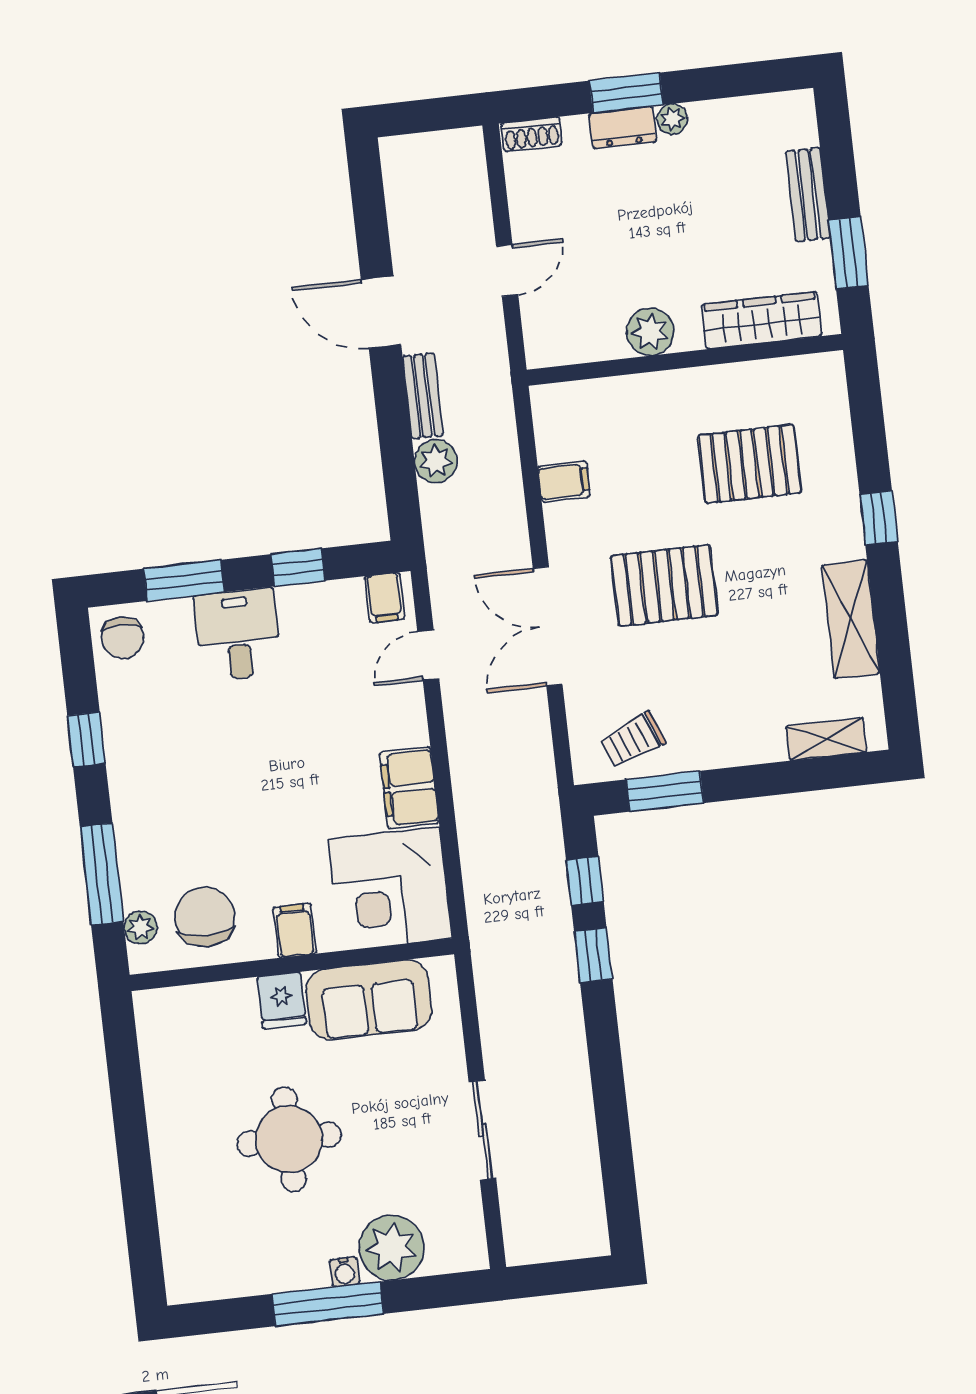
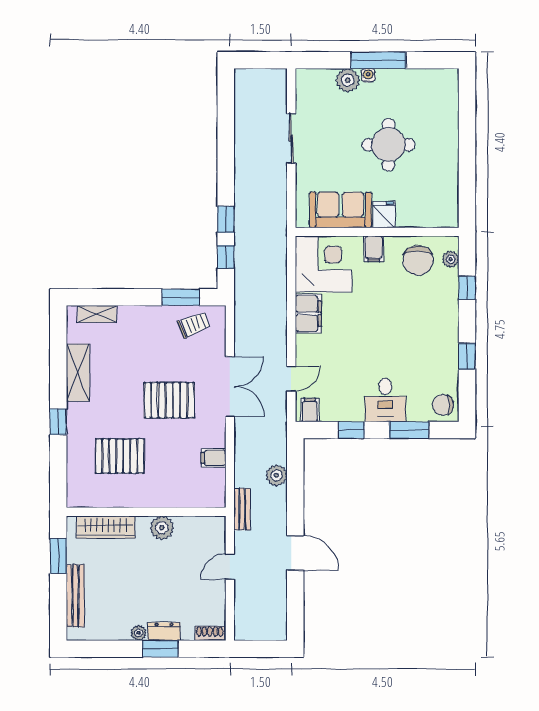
bench: (808, 195) -> (75, 596), width x1.36
bench: (423, 396) -> (242, 509), moved
chair: (123, 638) -> (443, 405), turned -90
window: (102, 874) -> (467, 288), width x0.46
plant: (392, 1248) -> (348, 80), width x0.73, depth x0.73

